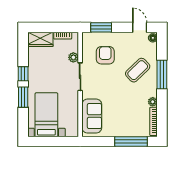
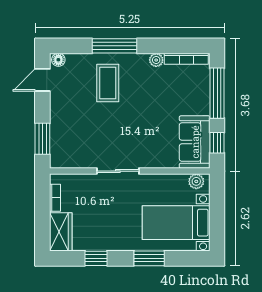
armchair: (105, 55) -> (85, 133), removed
plant: (73, 57) -> (196, 181), moved
coffee table: (138, 70) -> (108, 83), turned 44
window: (23, 74) -> (96, 258), moved
sofa: (92, 116) -> (195, 142), moved, turned -90
window: (99, 142) -> (217, 143), added

